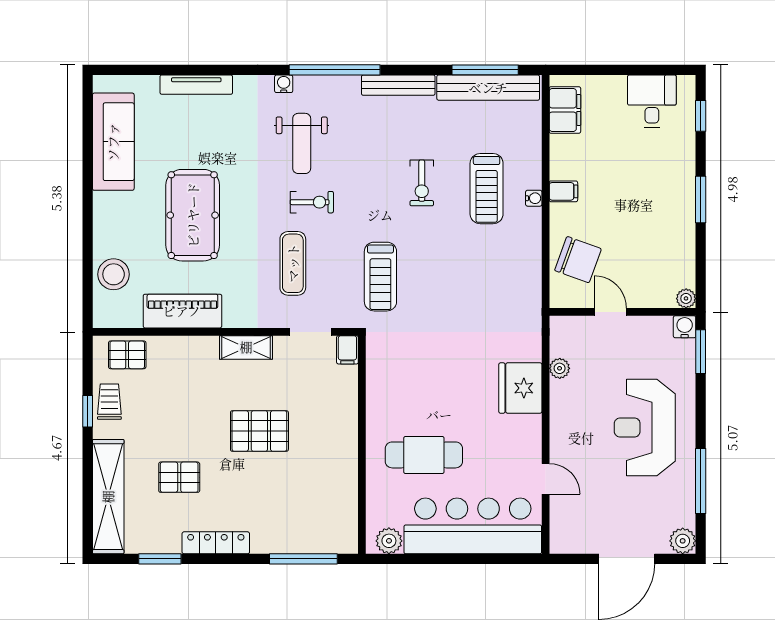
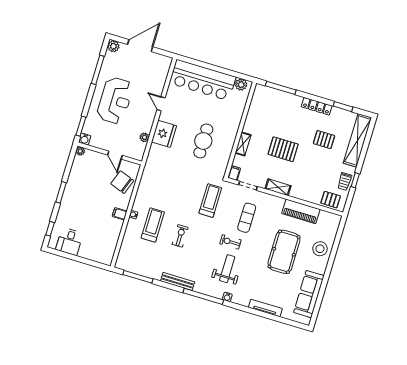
bench: (488, 88) -> (139, 269), removed
filing cabinet: (565, 110) -> (108, 249), removed
stool: (114, 274) -> (320, 249), moved
shelving: (347, 417) -> (243, 144), added
cafe table: (424, 455) -> (203, 141), moved, turned 90
door: (546, 479) -> (161, 104), moved

